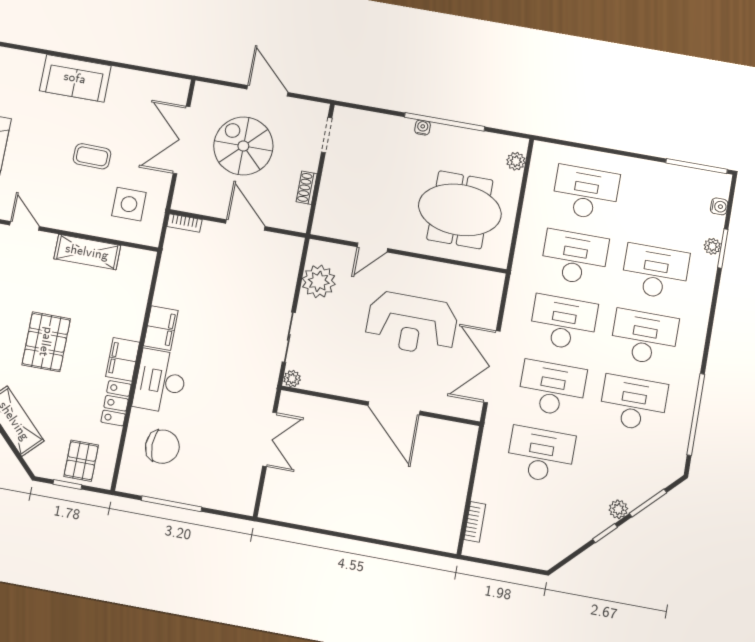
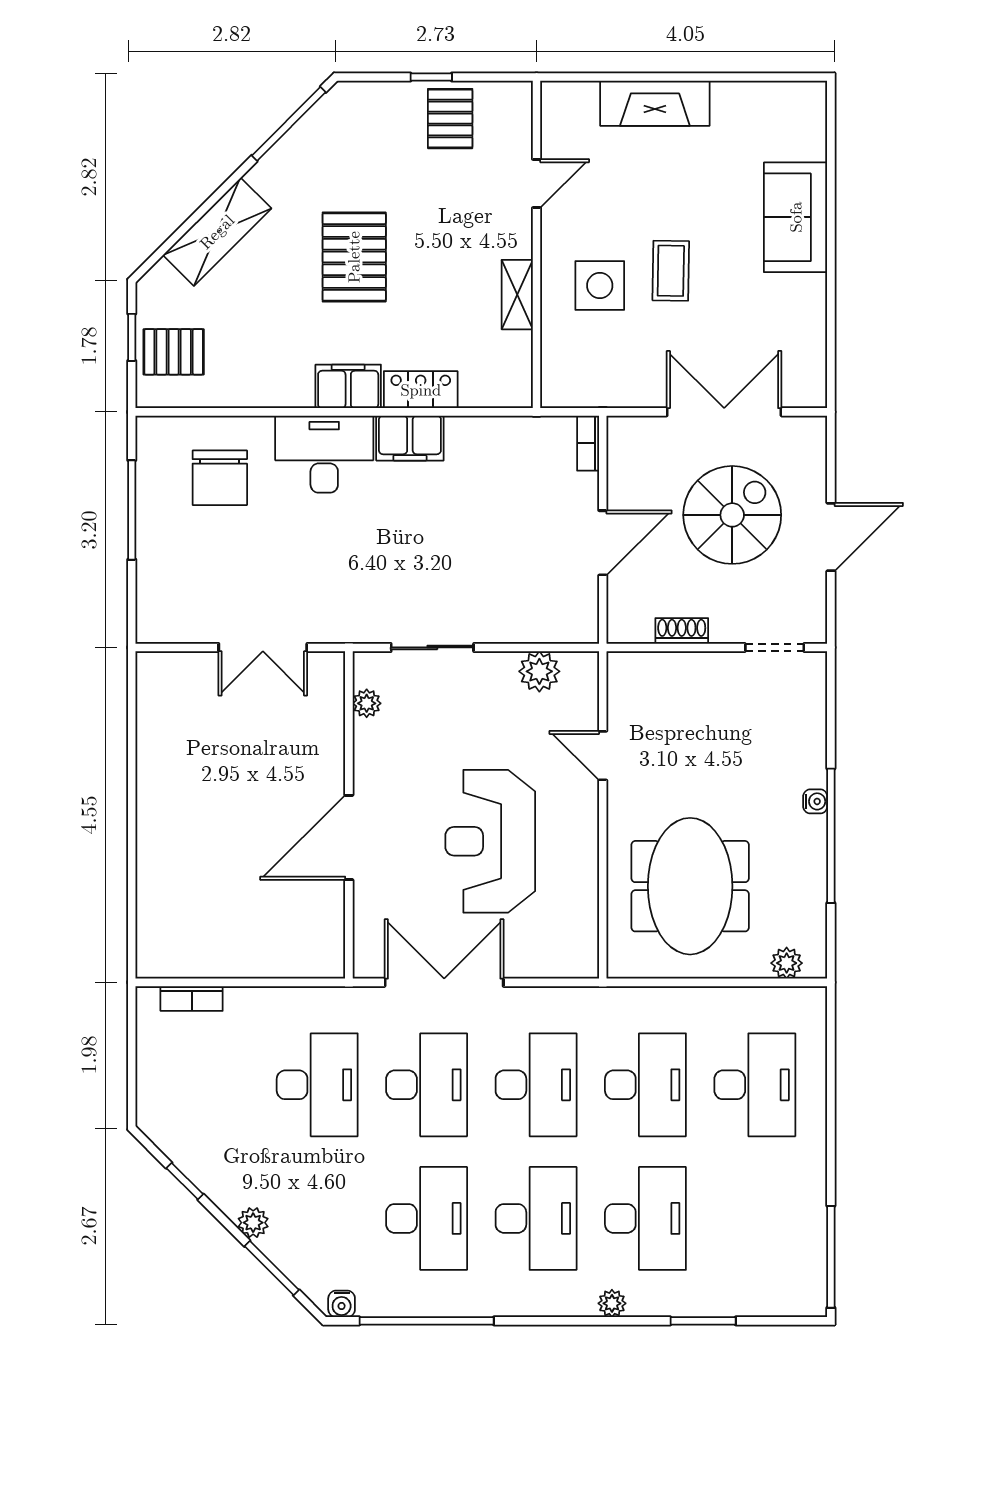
side table: (129, 204) -> (600, 286), moved
water cooler: (719, 206) -> (342, 1304), moved
plant: (712, 246) -> (612, 1303), moved
shelving: (87, 252) -> (517, 295), width x0.67, depth x0.75
plant: (319, 281) -> (539, 671), width x0.73, depth x0.73
pallet: (46, 342) -> (354, 257), turned 90
plant: (292, 379) -> (367, 703), moved
locker: (116, 403) -> (421, 390), moved
window: (605, 533) -> (185, 1181), moved

